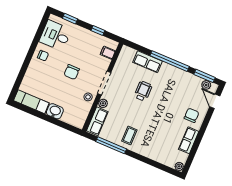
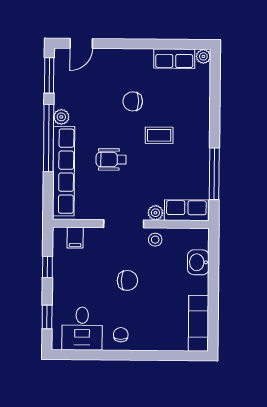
row of seats: (148, 62) -> (64, 171), width x2.02
plant: (206, 85) -> (61, 117), moved
washbasin: (55, 111) -> (198, 262), moved
chair: (191, 115) -> (133, 101), moved
coffee table: (129, 135) -> (159, 135), moved
row of seats: (189, 140) -> (174, 59), moved

